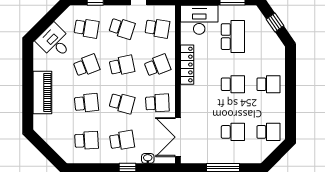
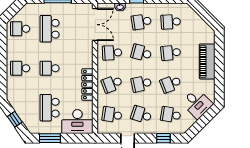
school desk: (233, 132) -> (50, 29), width x1.85

